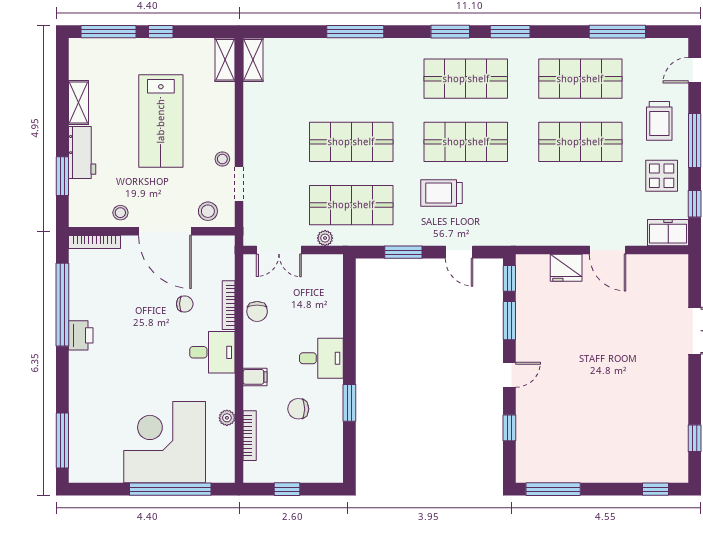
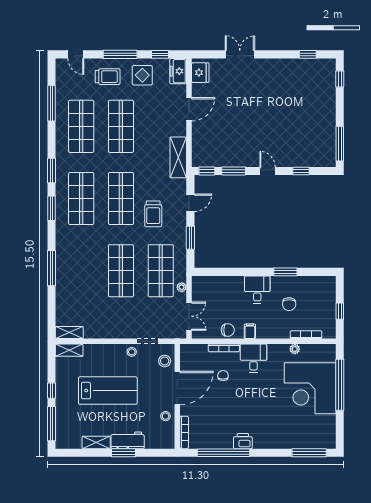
window: (62, 176) -> (124, 453), moved
shelving: (531, 233) -> (178, 157), added
fridge: (566, 268) -> (200, 73), moved
filing cabinet: (255, 377) -> (250, 331), moved

